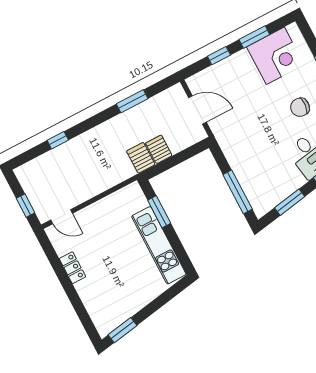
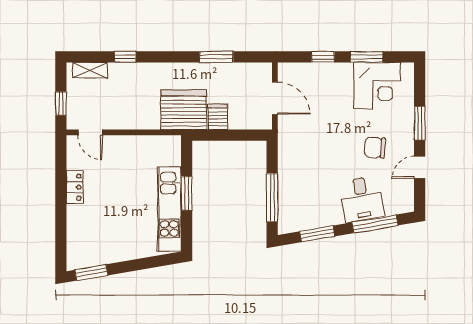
server rack: (141, 158) -> (184, 110), width x2.18, depth x1.44
shelving: (35, 166) -> (90, 70), added
window: (159, 212) -> (187, 193), moved

